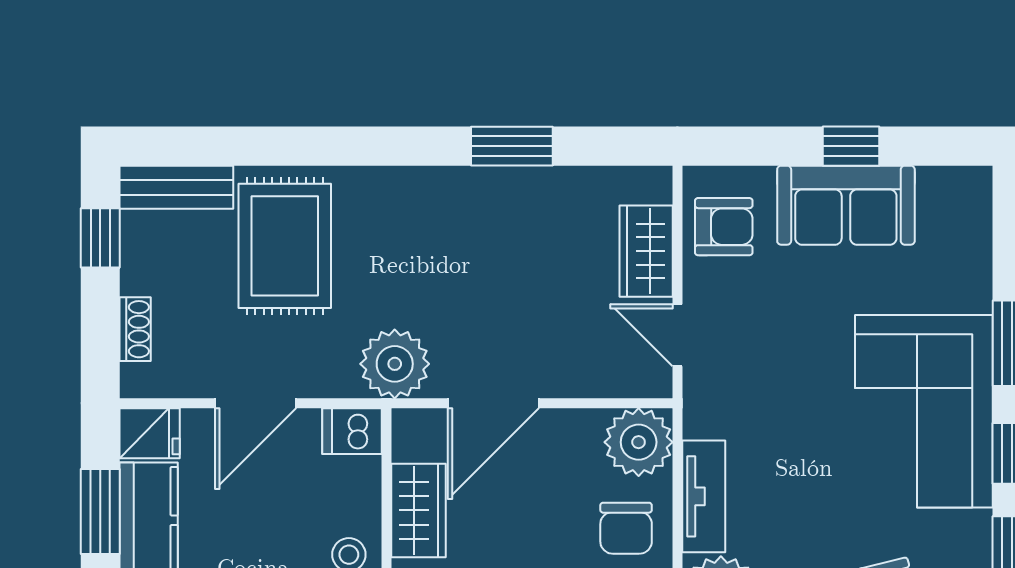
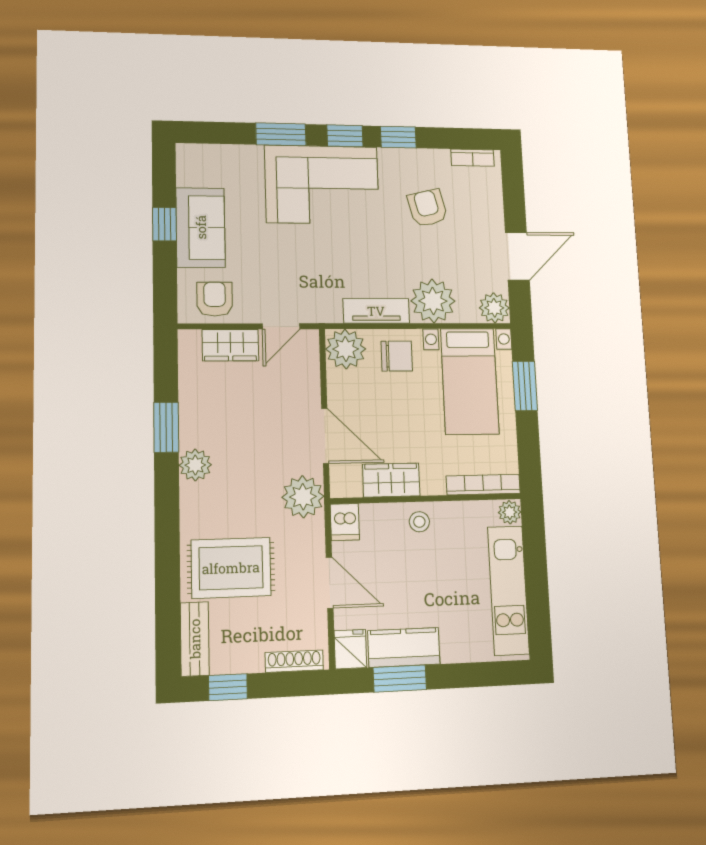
plant: (450, 192) -> (195, 465), added
shoe rack: (135, 329) -> (294, 661), width x1.43

